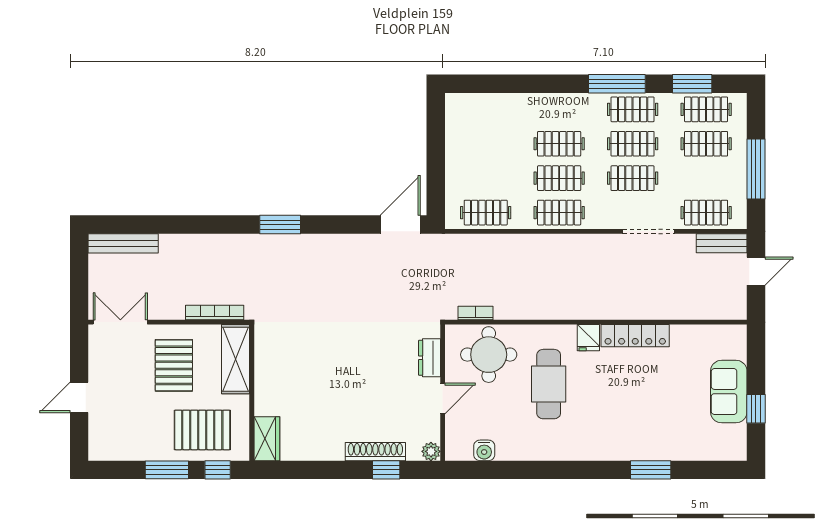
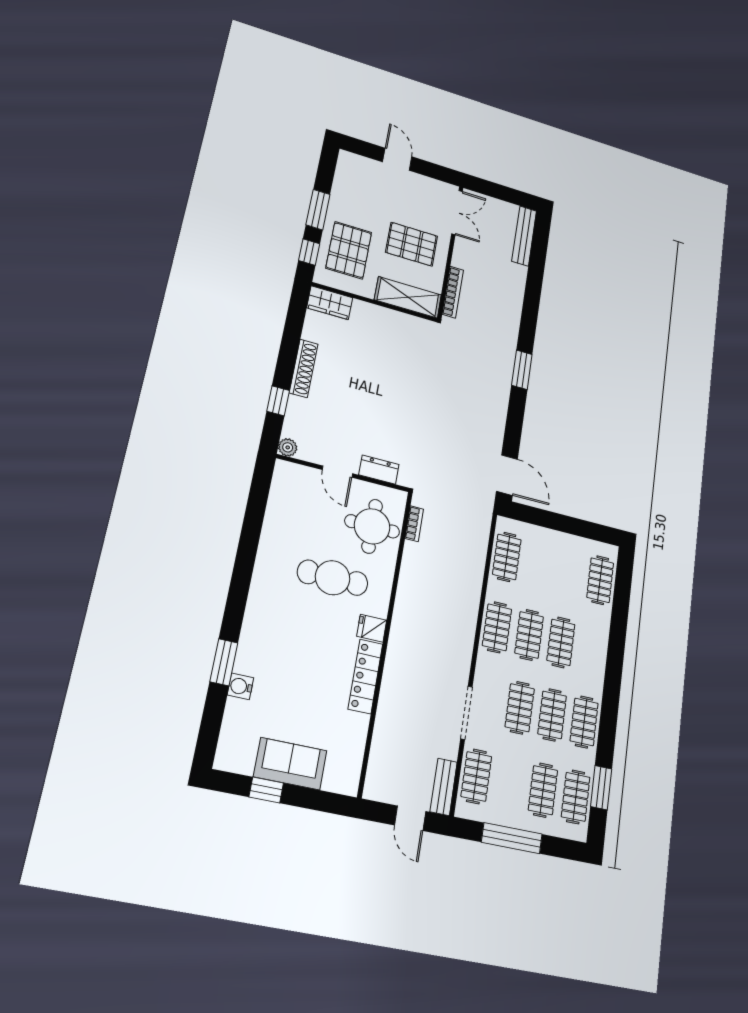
window: (617, 84) -> (609, 712), removed
clothes rail: (486, 109) -> (600, 580), added
water cooler: (484, 450) -> (240, 686), moved
shoe rack: (375, 452) -> (304, 368), moved

